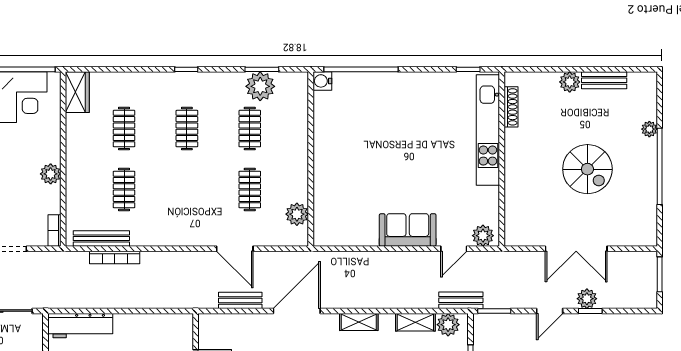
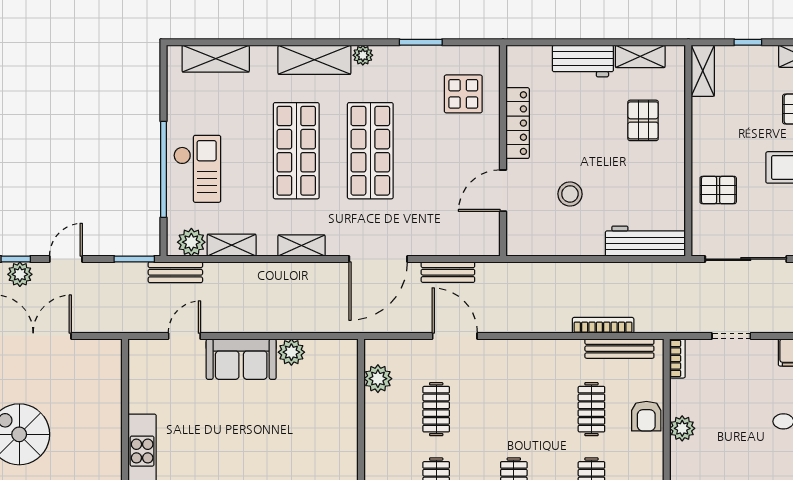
armchair: (80, 184) -> (646, 416), added
plant: (483, 236) -> (291, 352), moved

